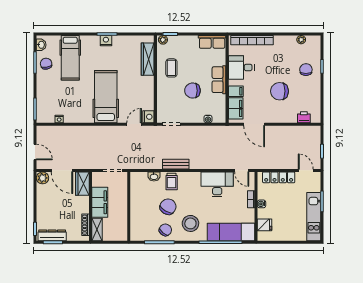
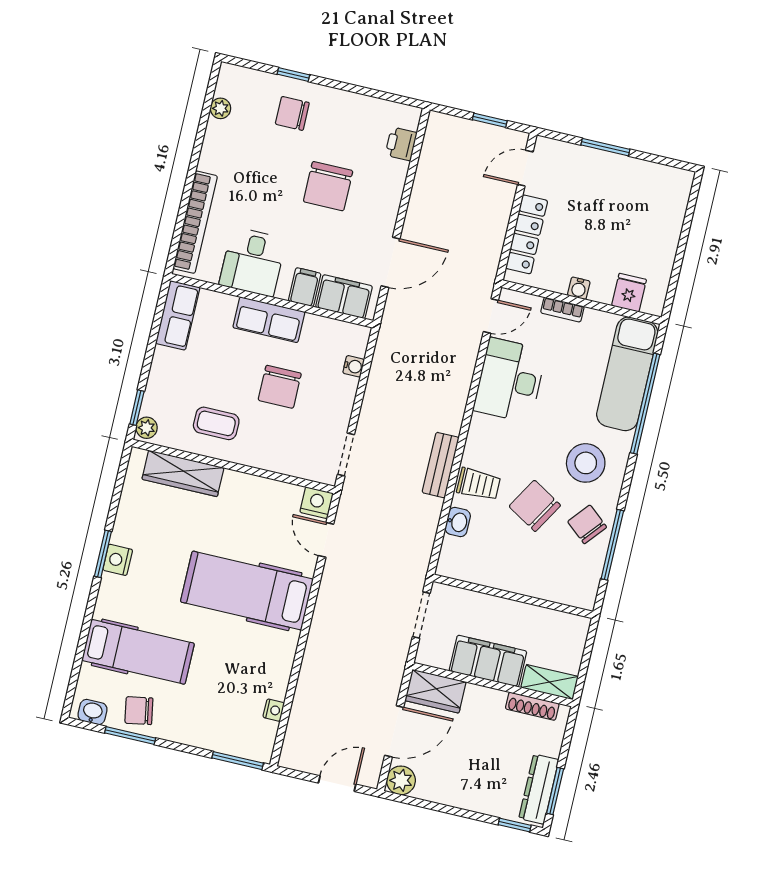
kitchen unit: (314, 217) -> (636, 174), removed

